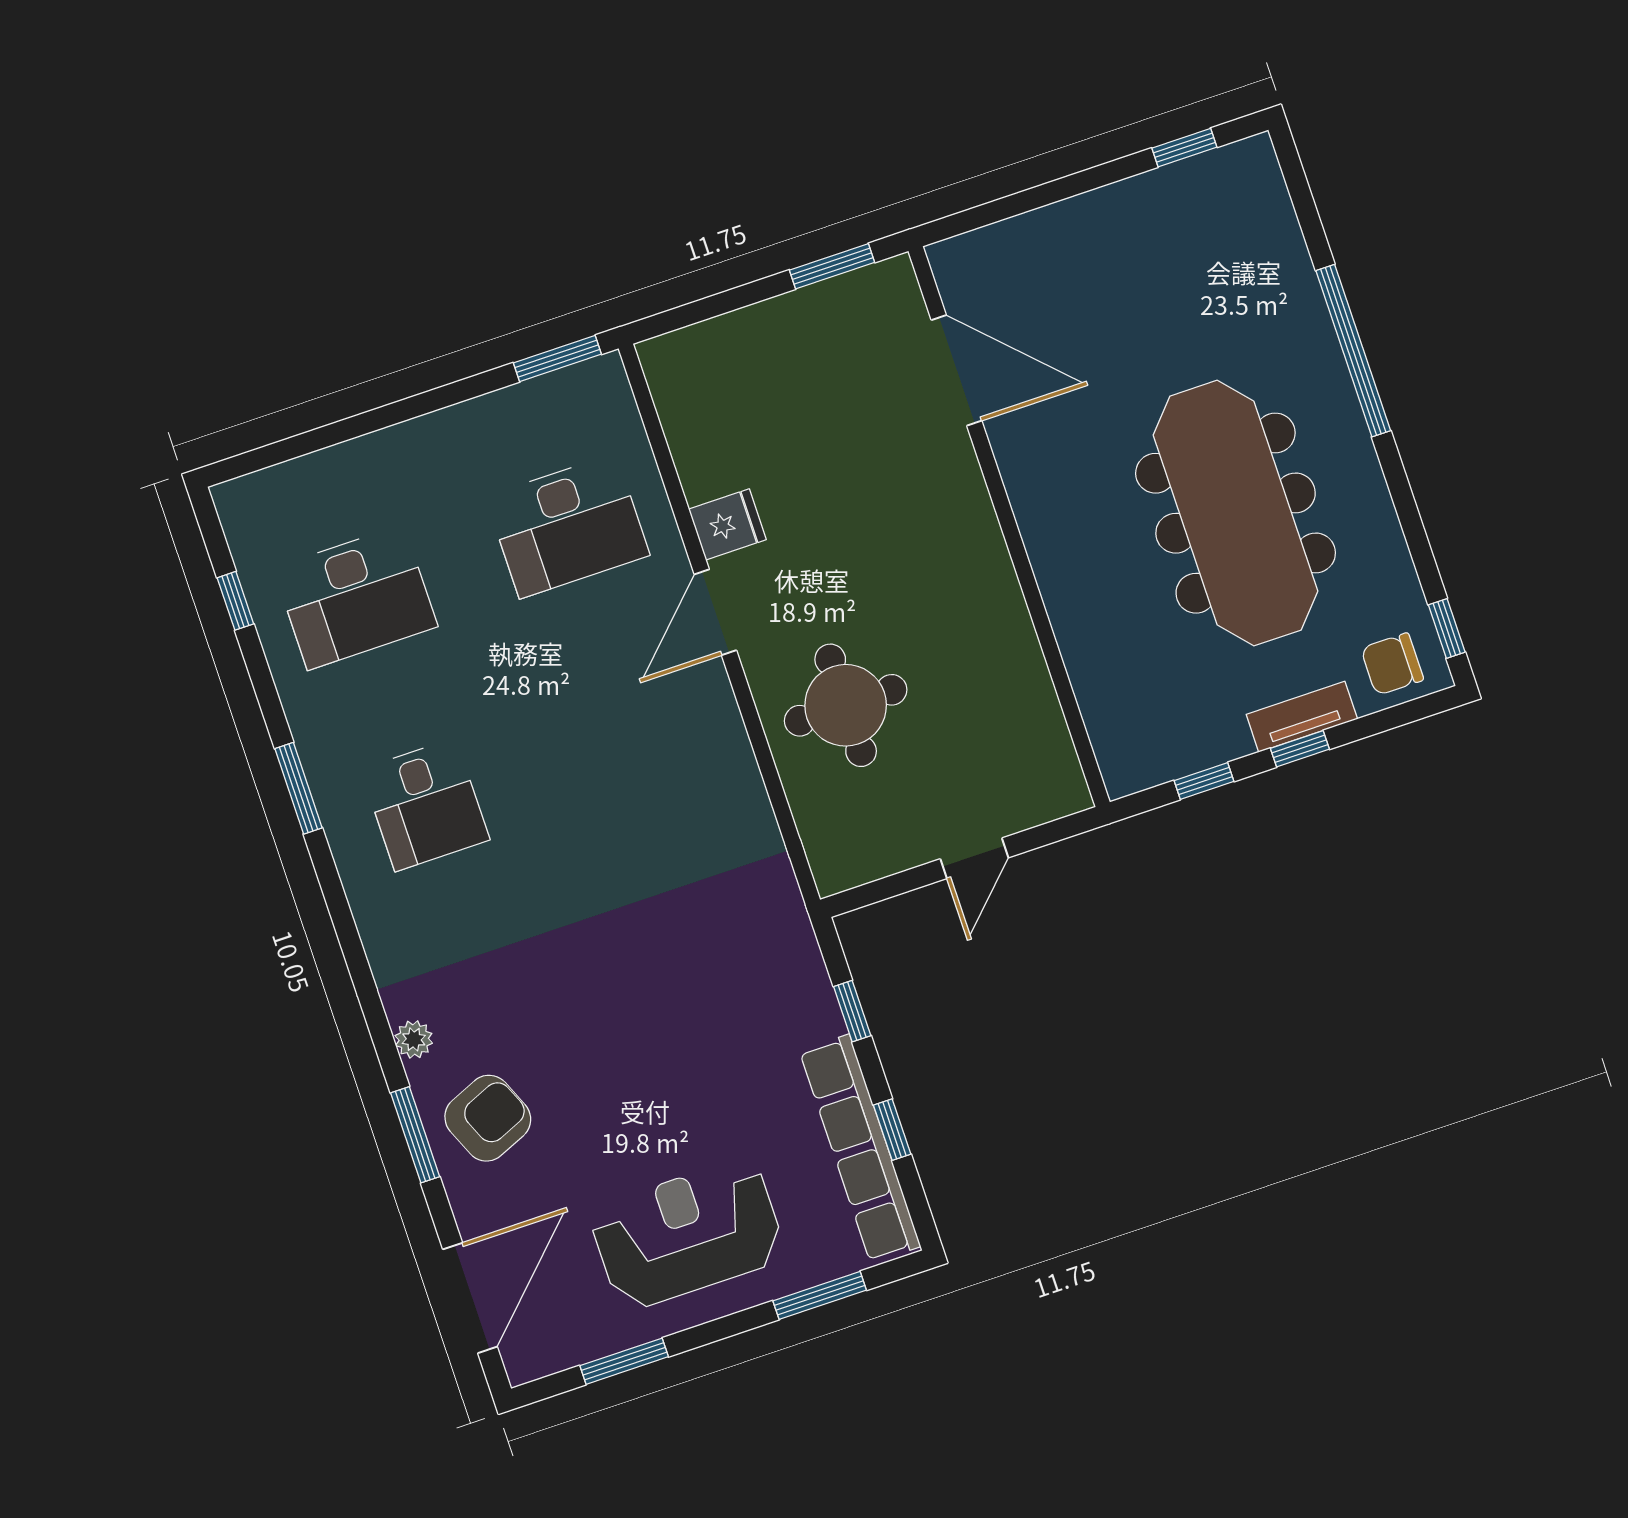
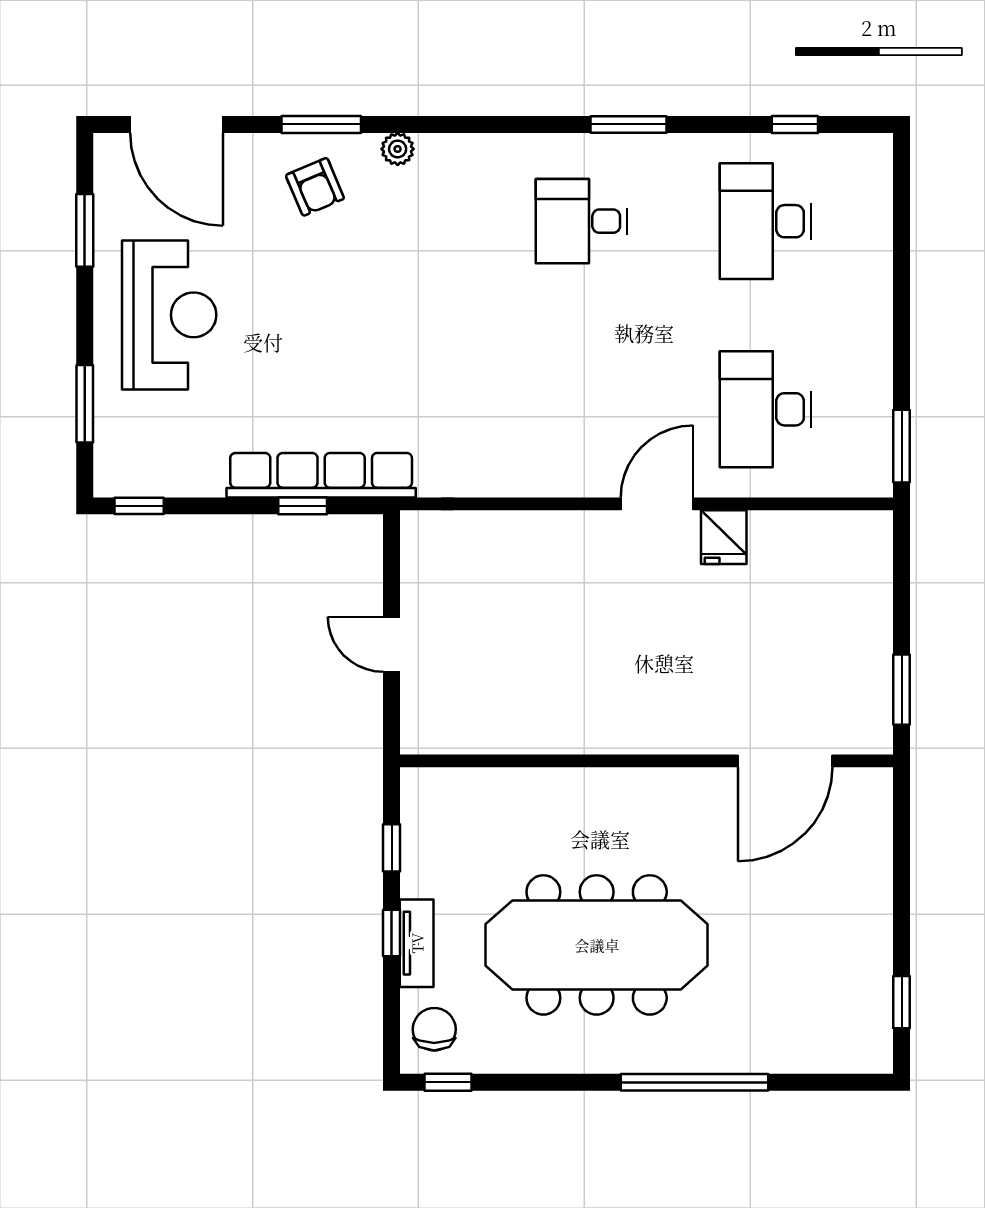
door: (715, 612) -> (657, 504), hinge flipped
round table: (846, 705) -> (548, 583), removed
armchair: (488, 1118) -> (315, 187), width x0.72, depth x0.72
window: (892, 1130) -> (139, 506), moved
row of seats: (860, 1149) -> (321, 475), moved

